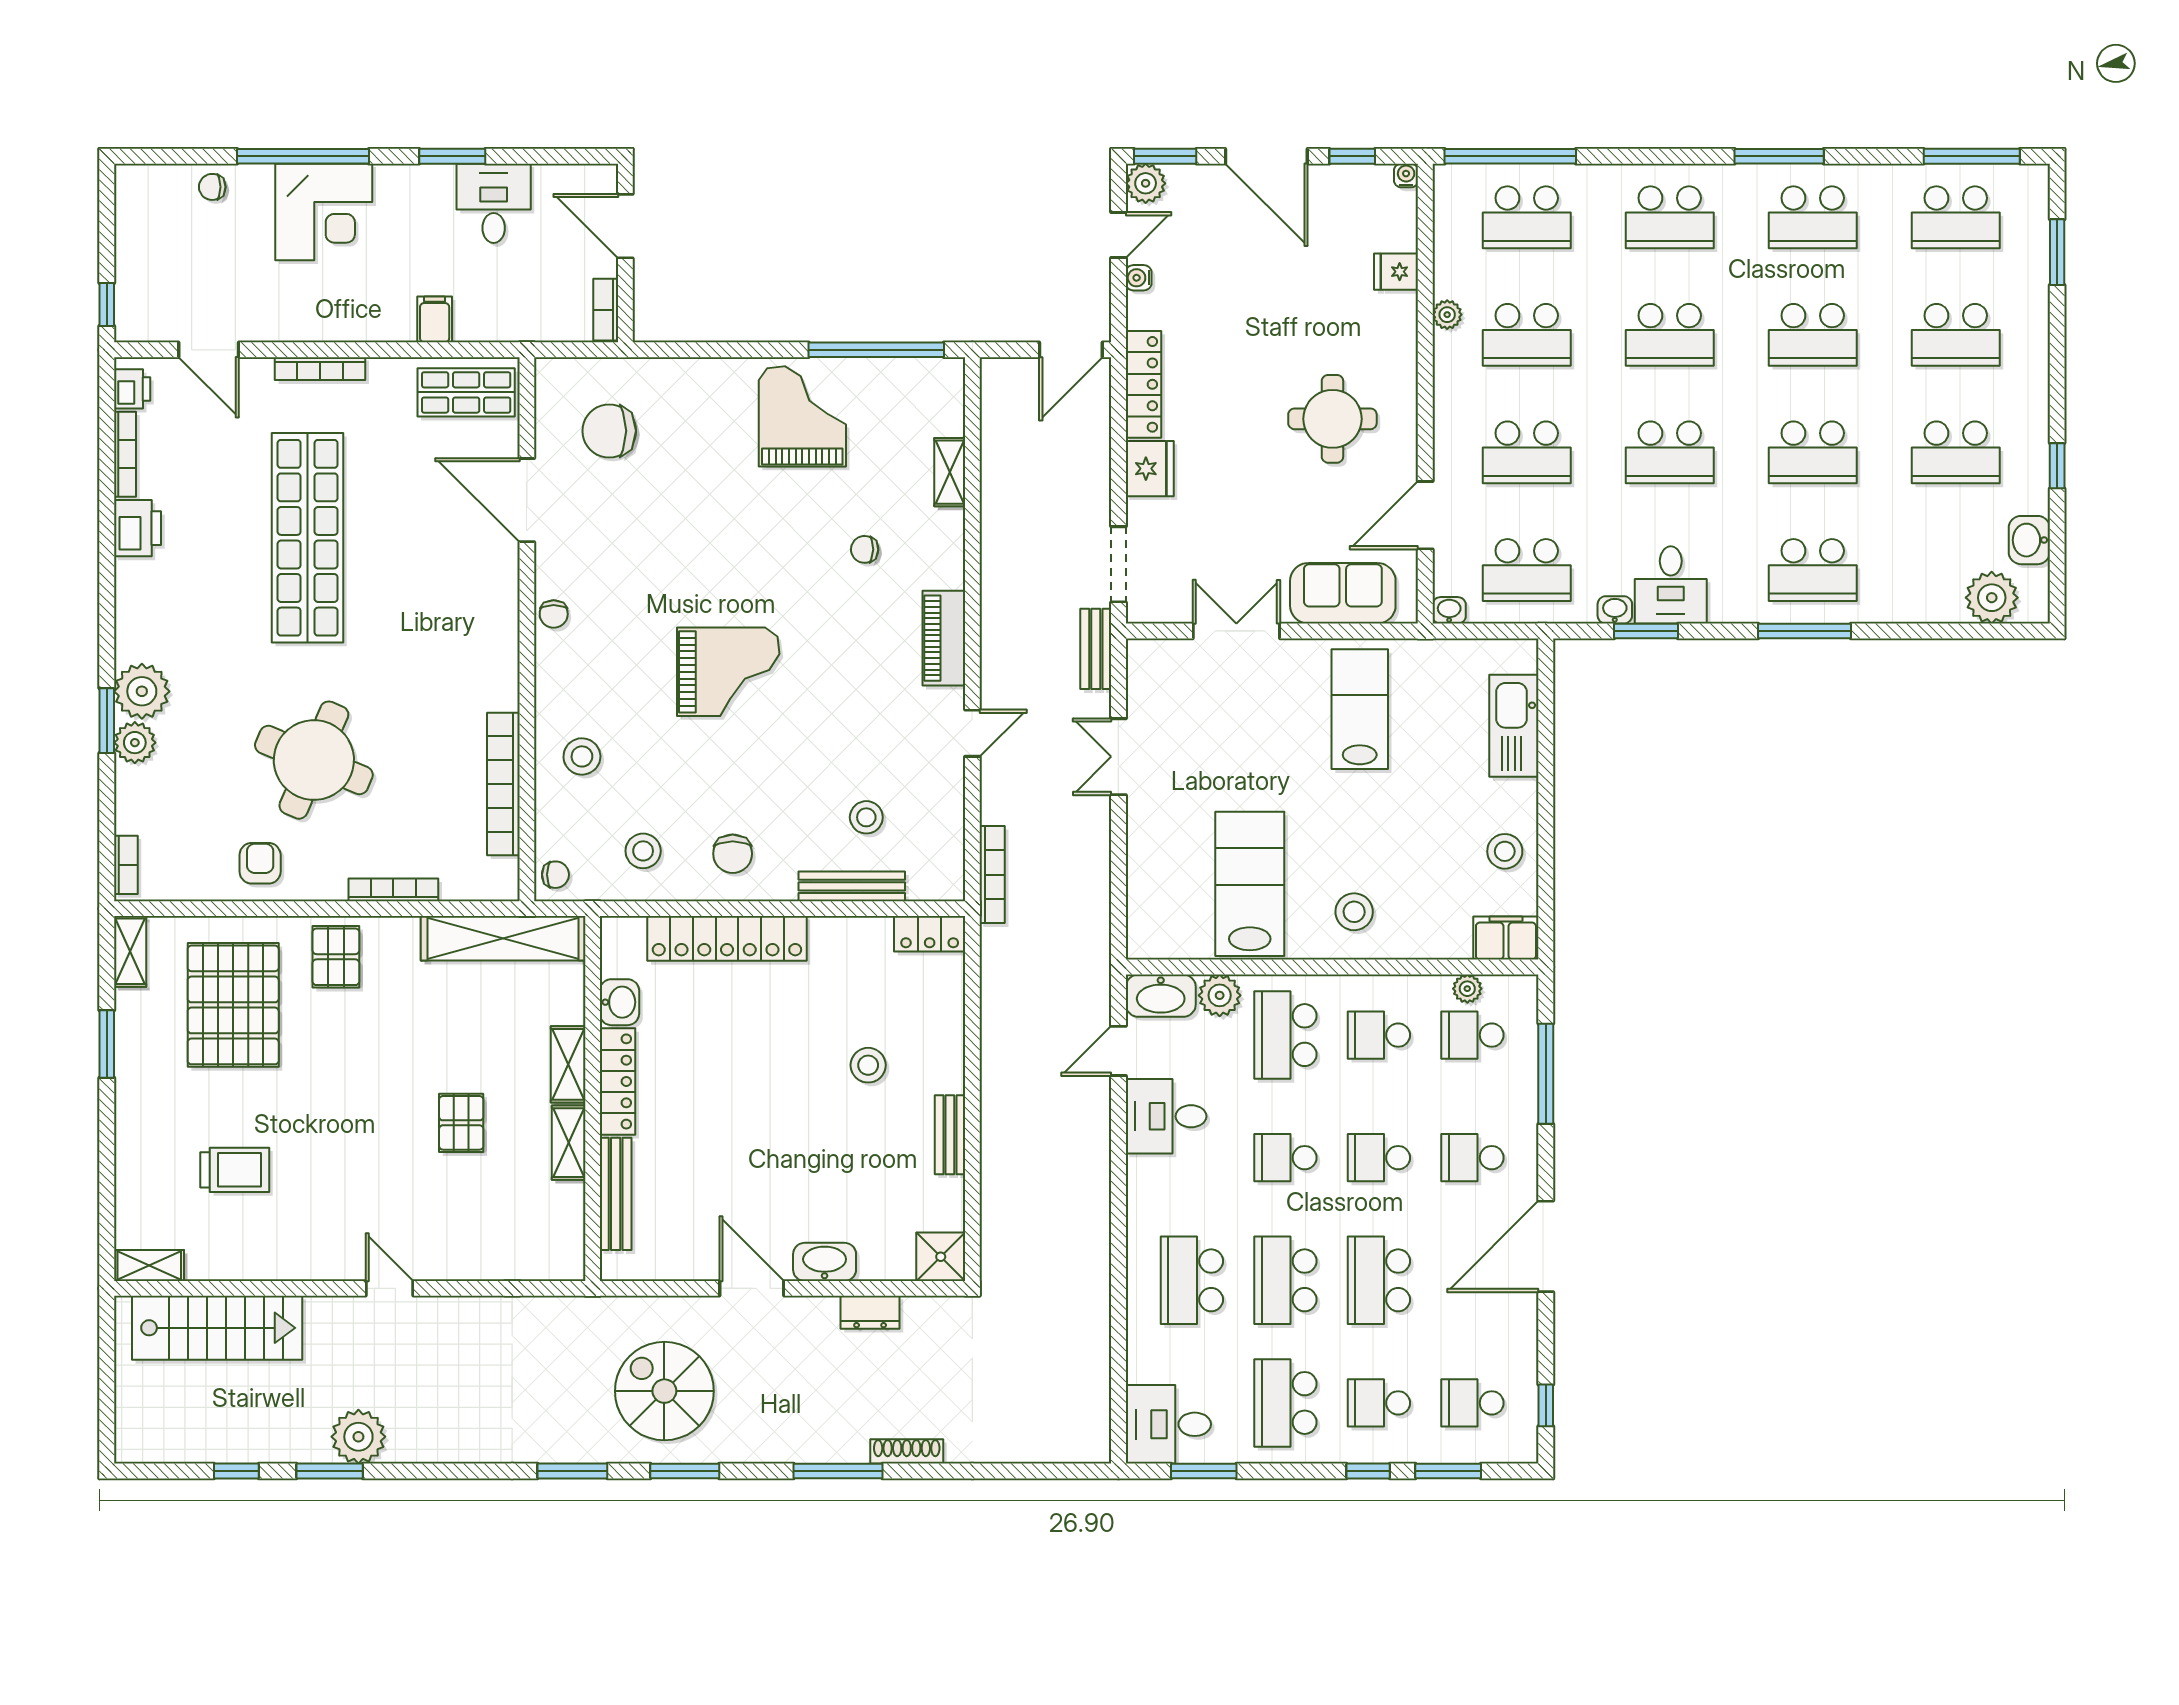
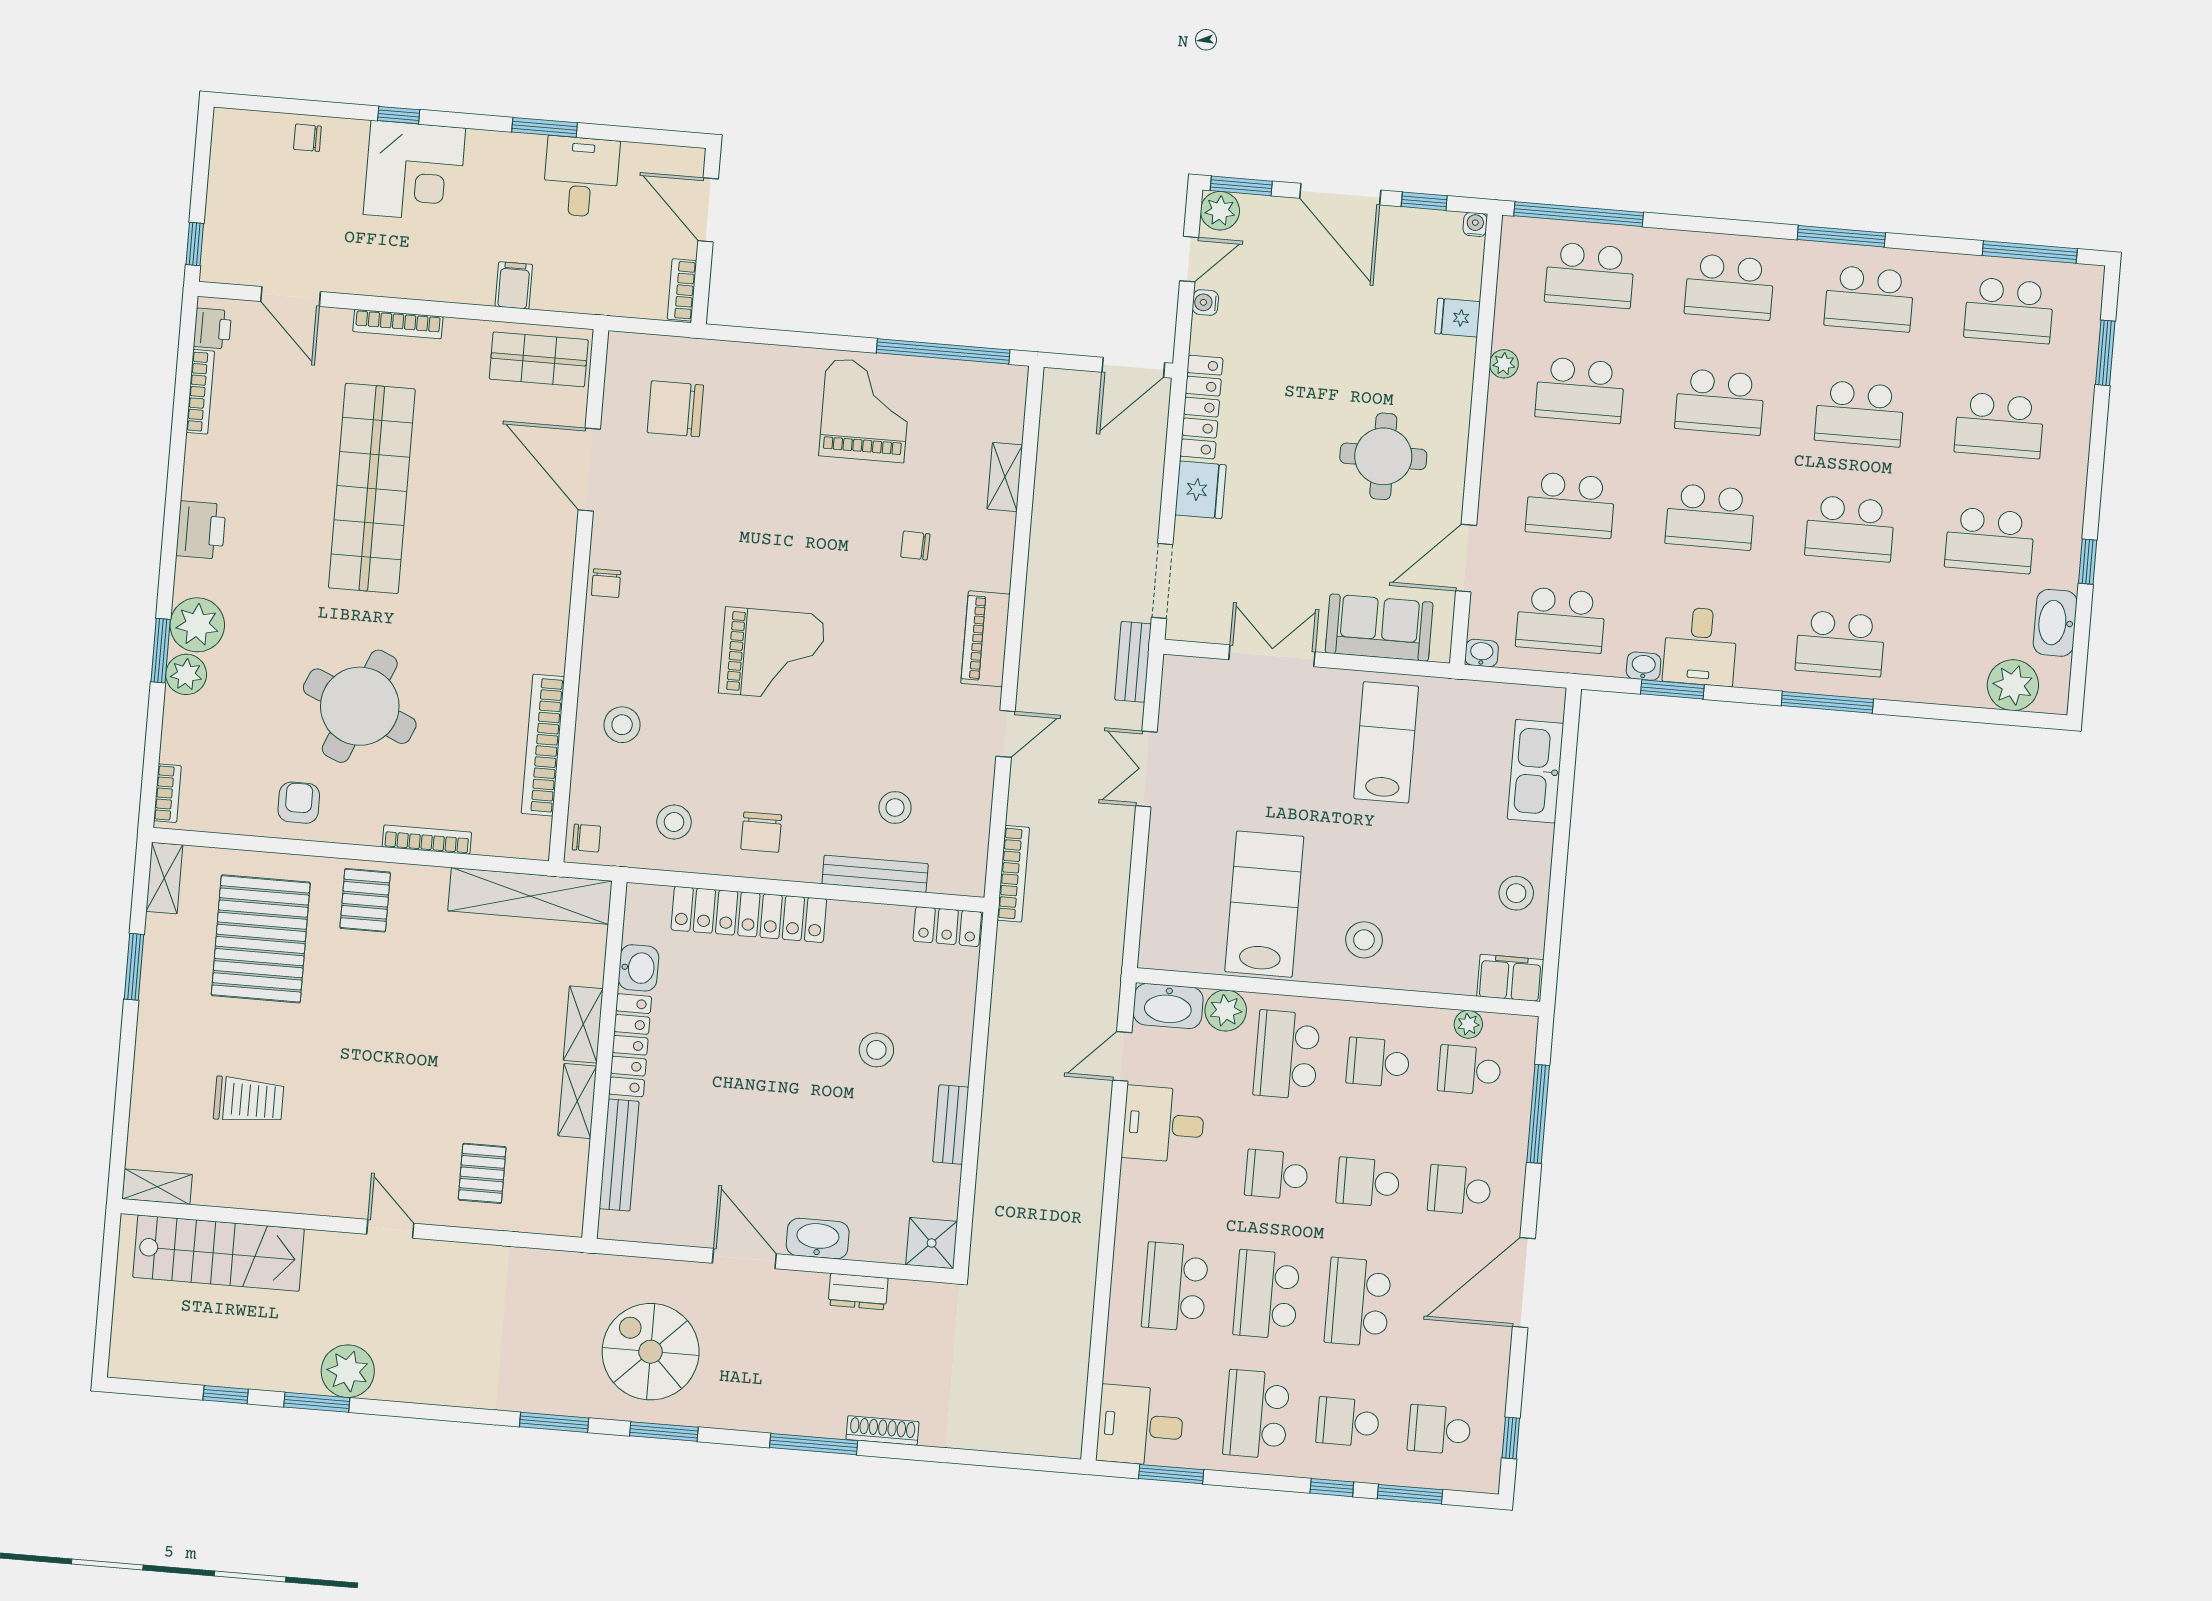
window: (303, 156) -> (399, 115), width x0.32
printer: (138, 528) -> (201, 530), moved
washbasin: (2029, 540) -> (2055, 623), width x1.38
pallet: (461, 1123) -> (482, 1173), moved

